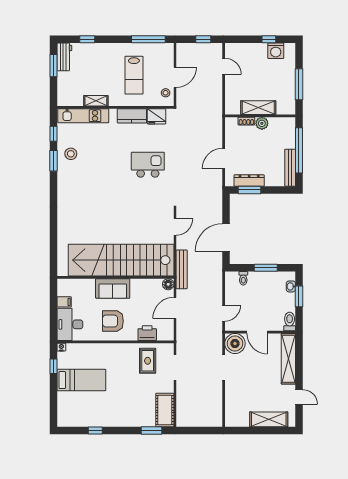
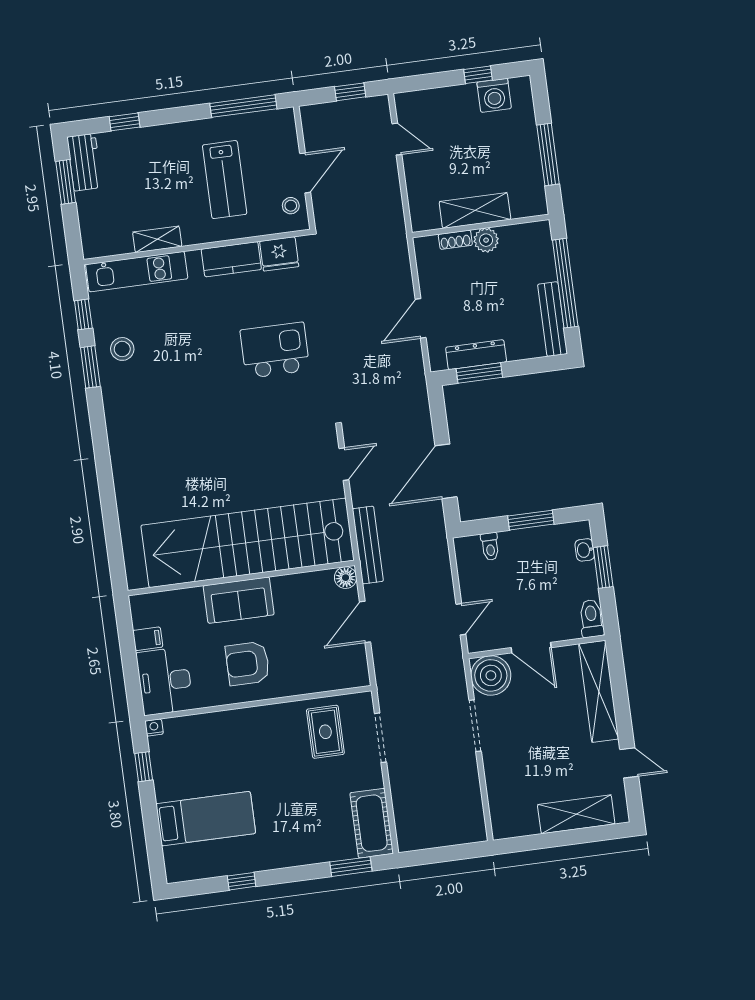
printer: (147, 333) -> (317, 678), removed
bed: (81, 380) -> (206, 819), moved

